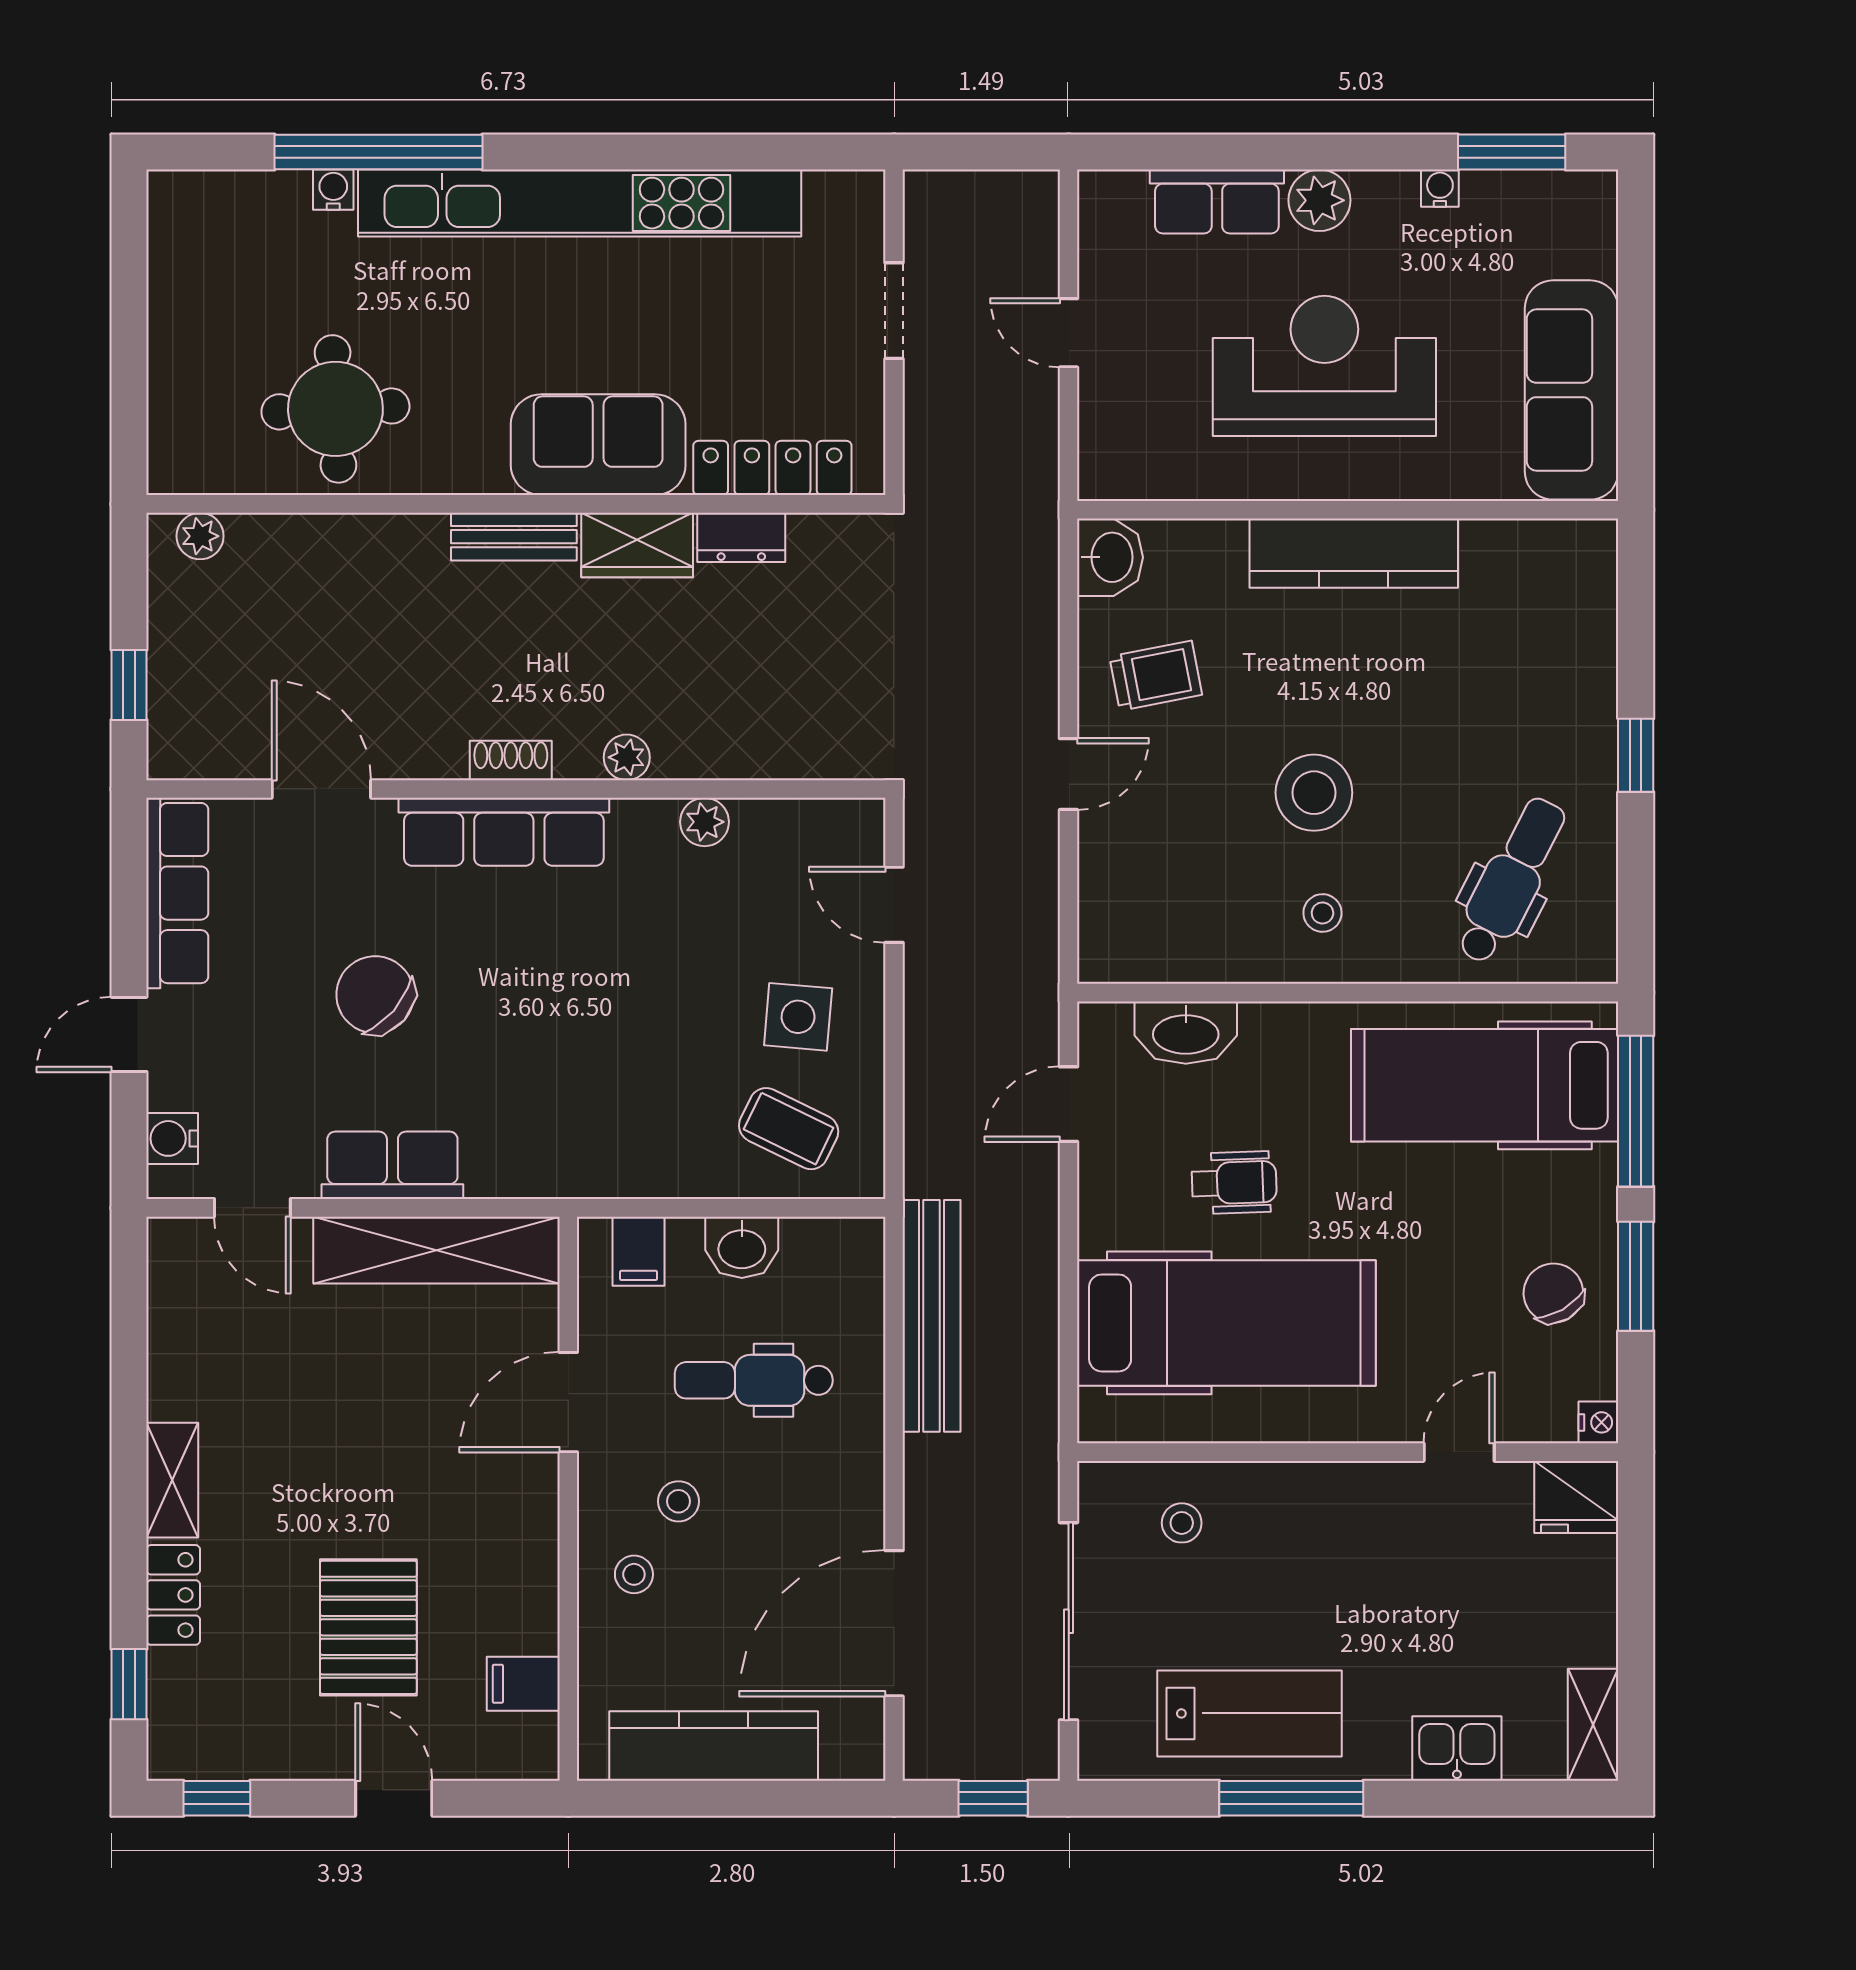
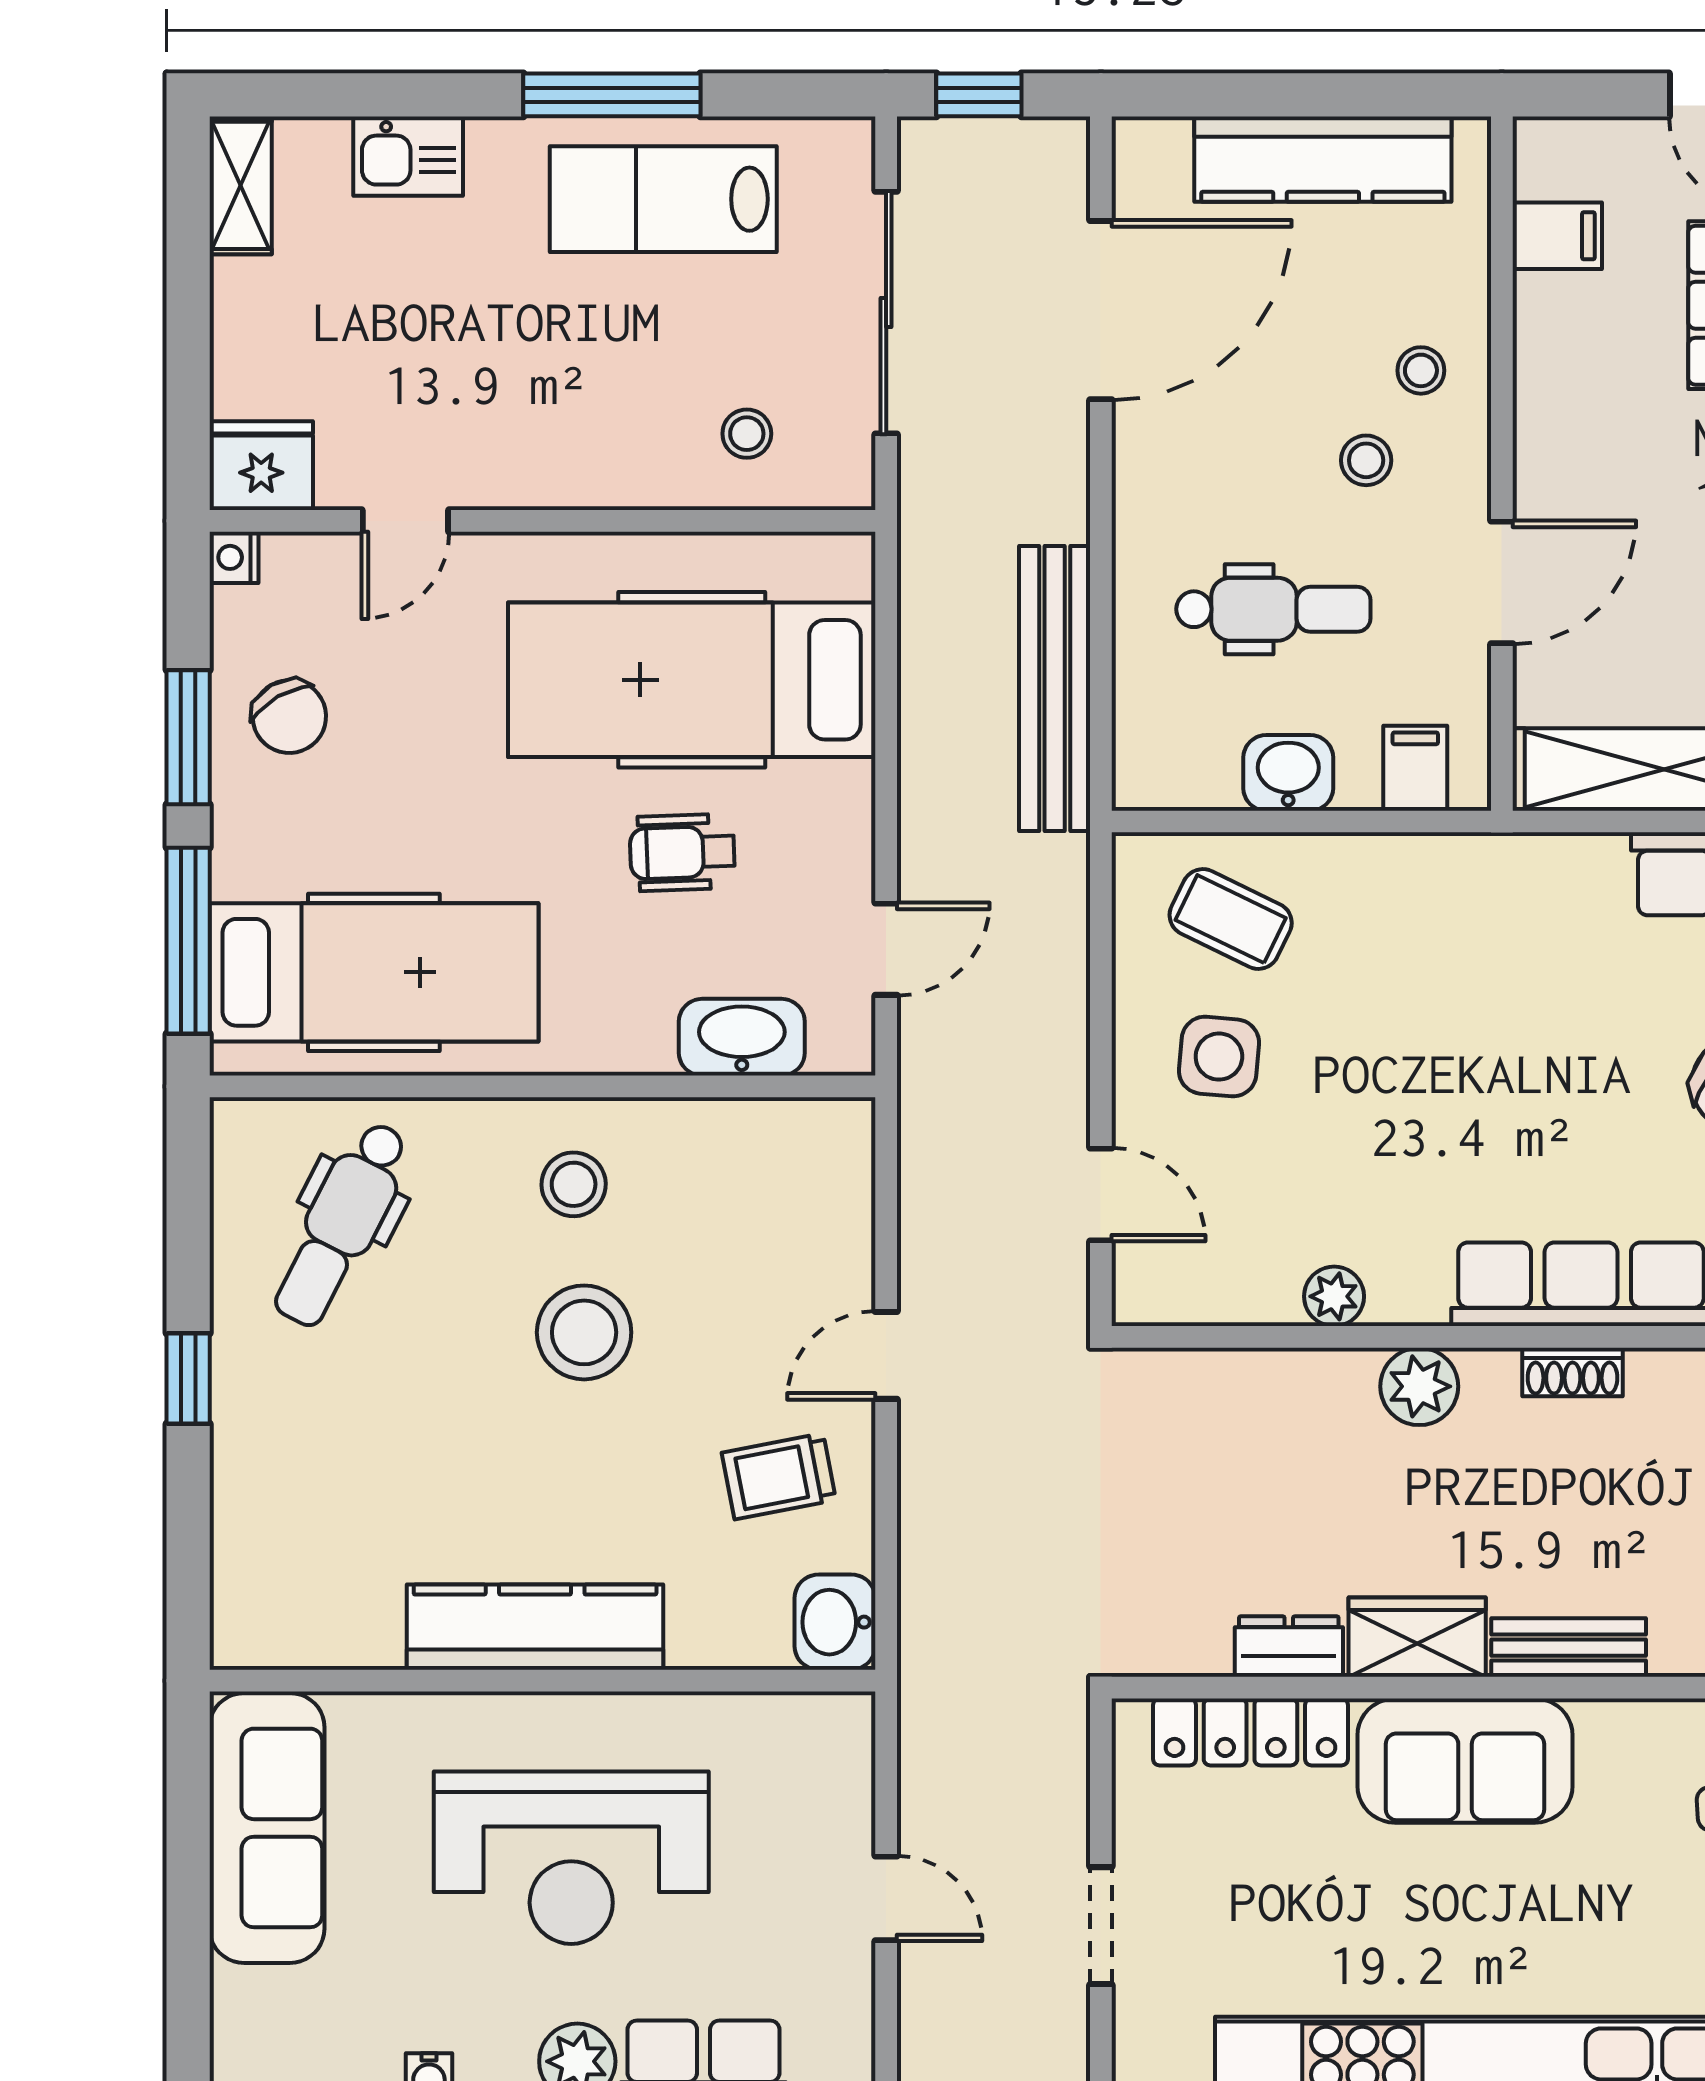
plant: (627, 757) -> (1419, 1386), width x1.38, depth x1.38
stool: (1322, 913) -> (574, 1184), width x1.37, depth x1.37

